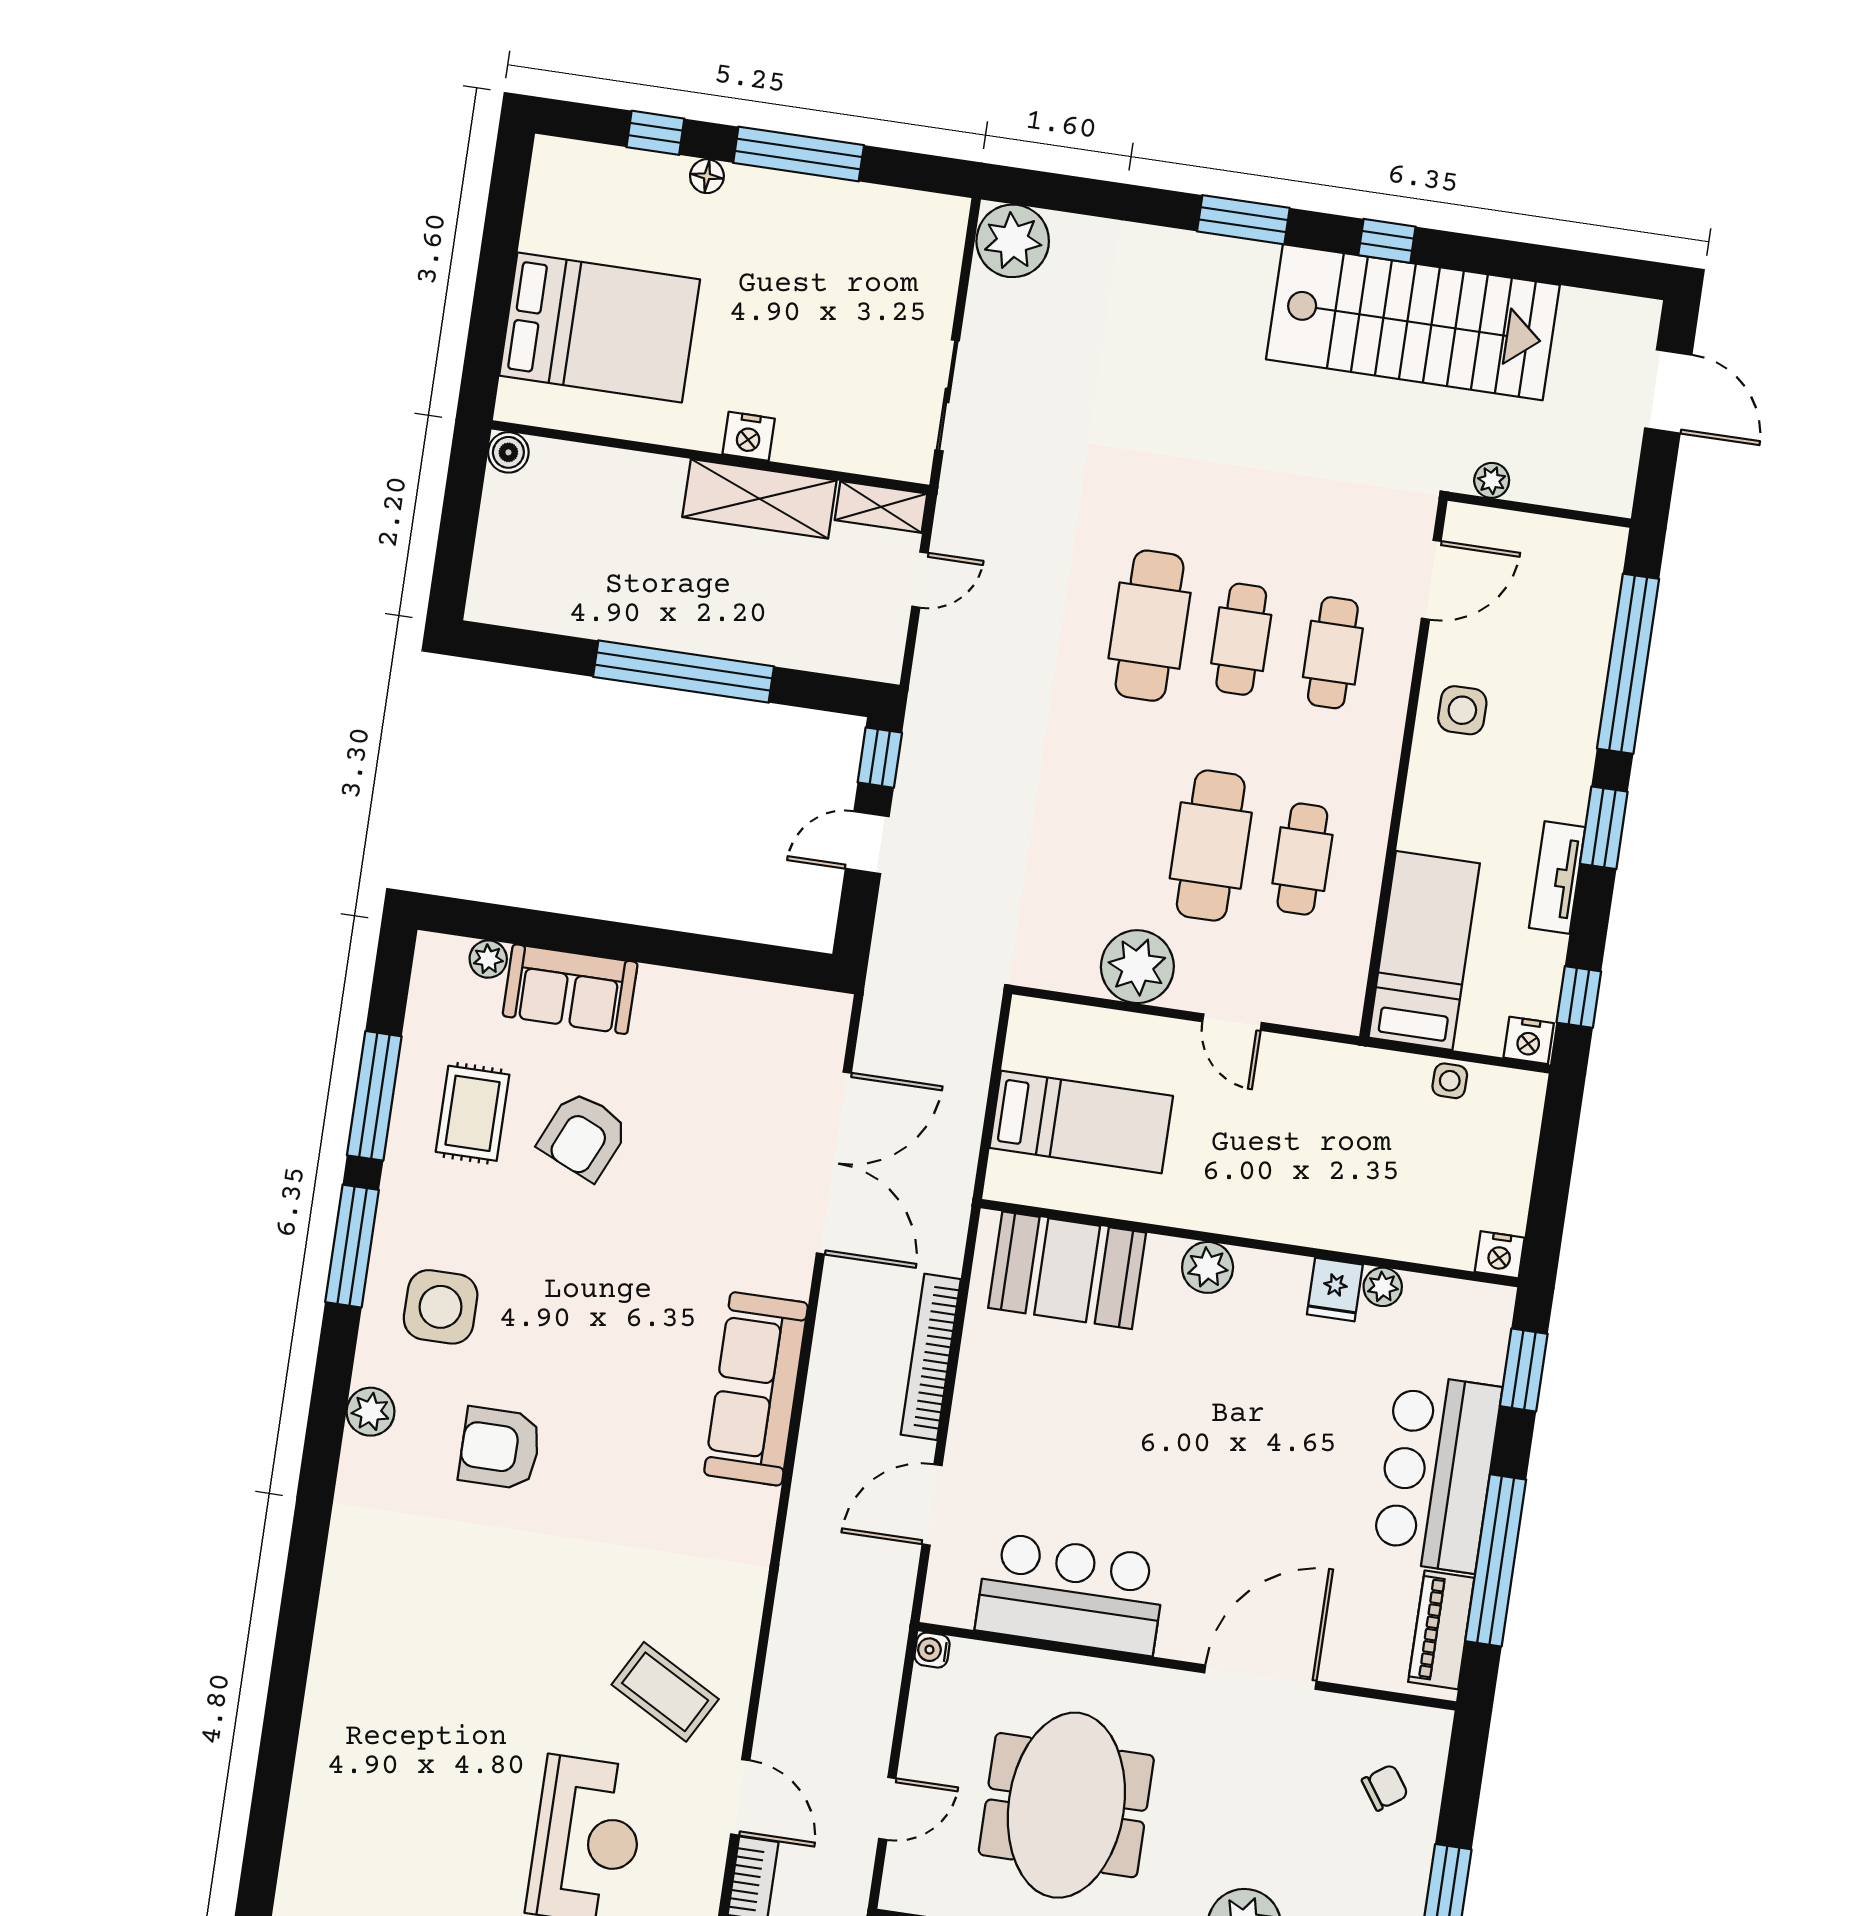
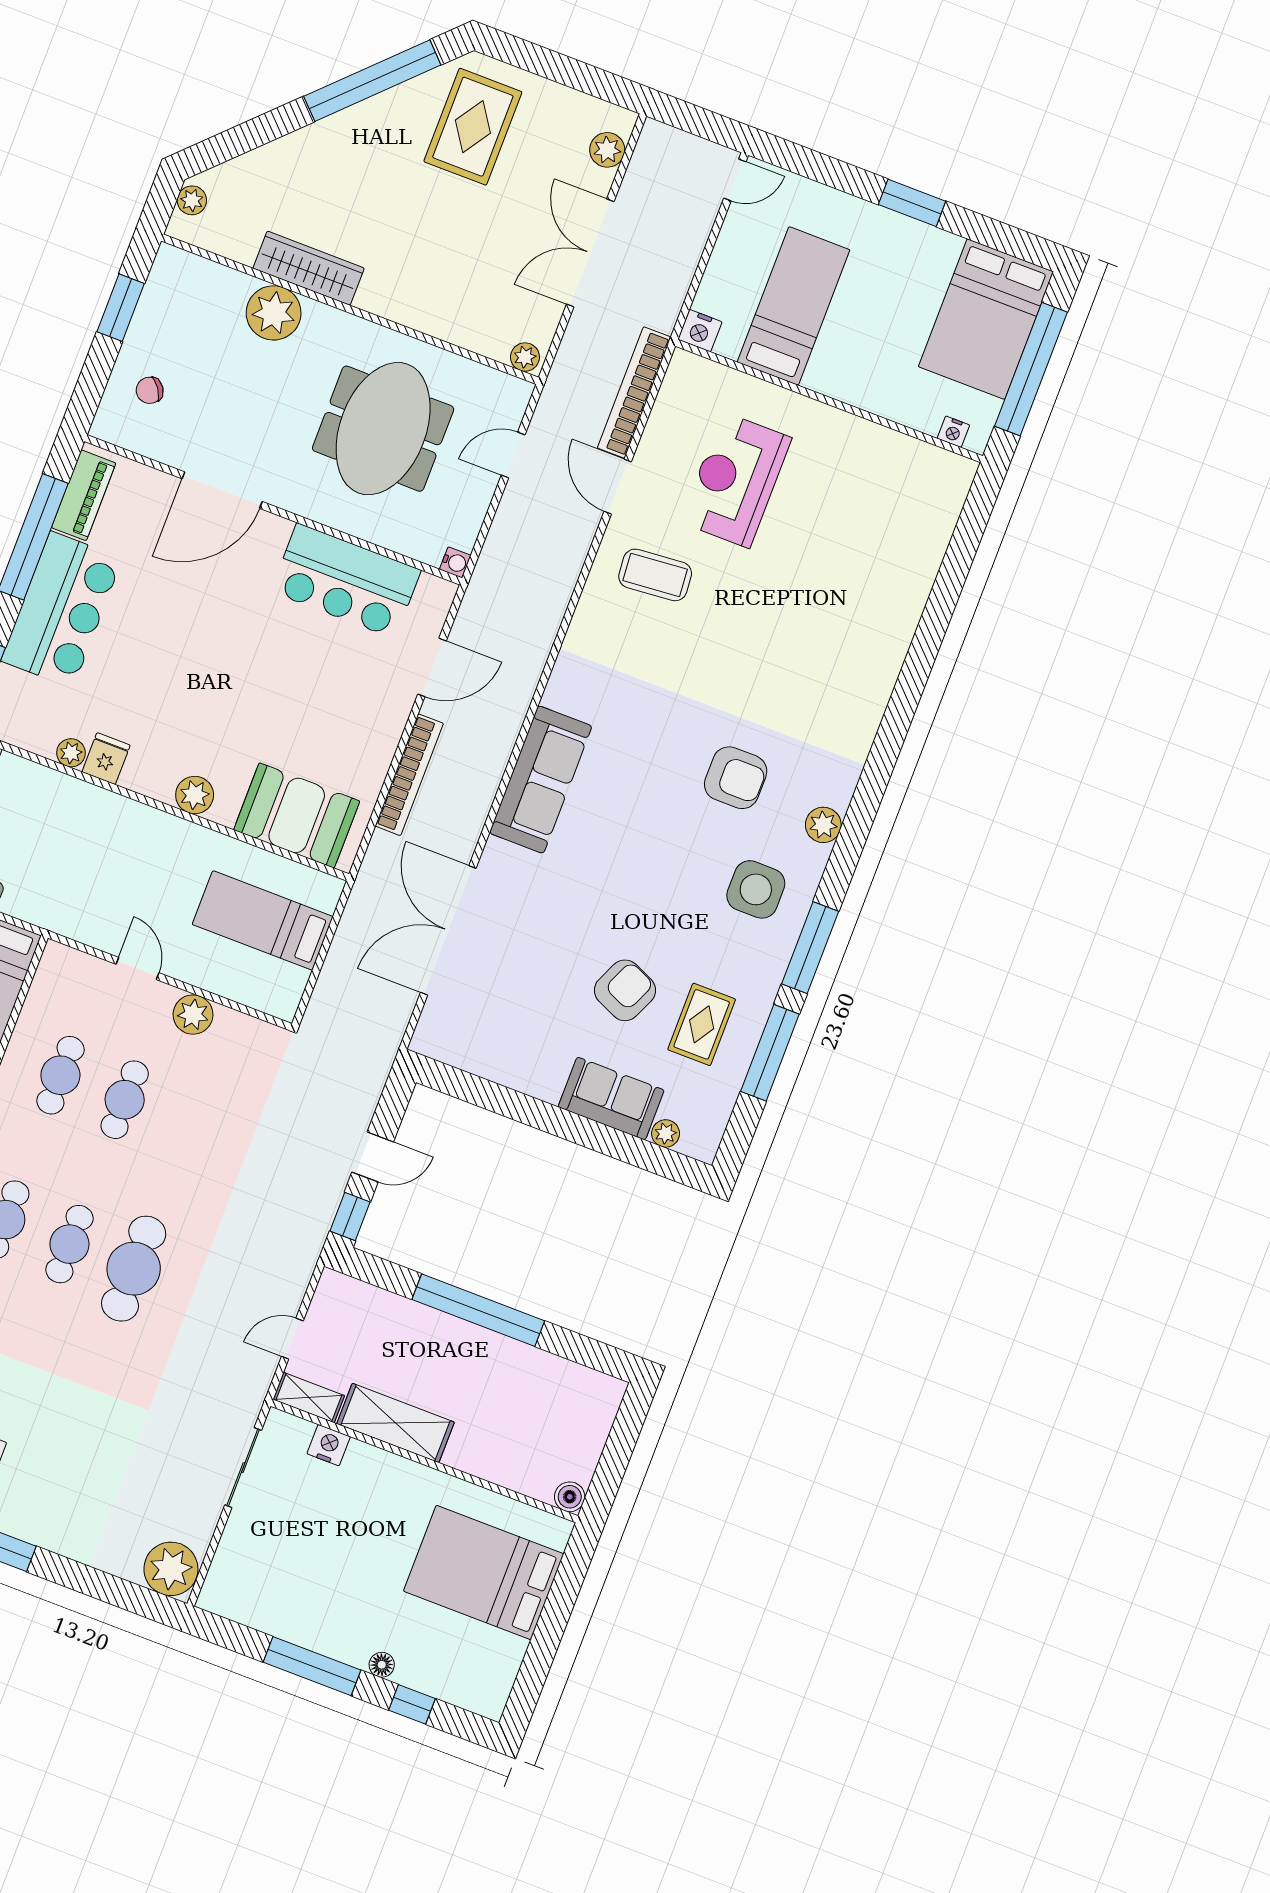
nightstand: (749, 436) -> (329, 1445), moved
cafe table: (1211, 846) -> (125, 1100), width x0.73, depth x0.74
plant: (1137, 967) -> (193, 1015), width x0.73, depth x0.73
coffee table: (665, 1692) -> (655, 575), turned -34

